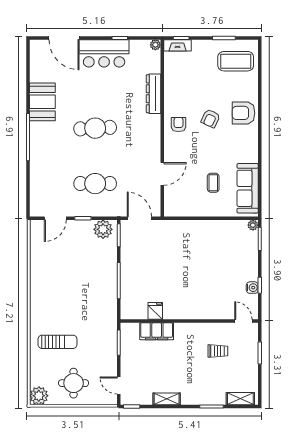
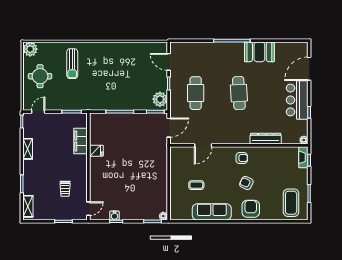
door: (162, 174) -> (203, 145), hinge flipped
sofa: (248, 188) -> (212, 212), moved
fridge: (155, 311) -> (96, 151), moved

